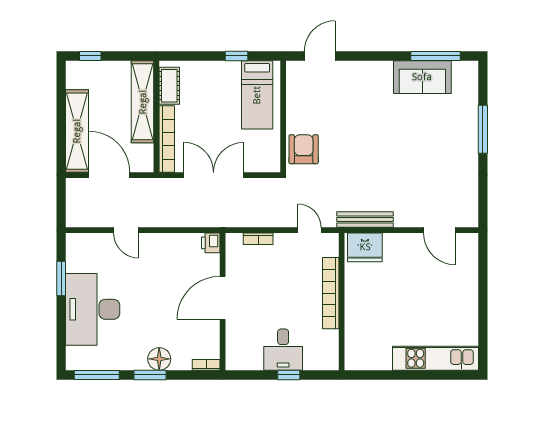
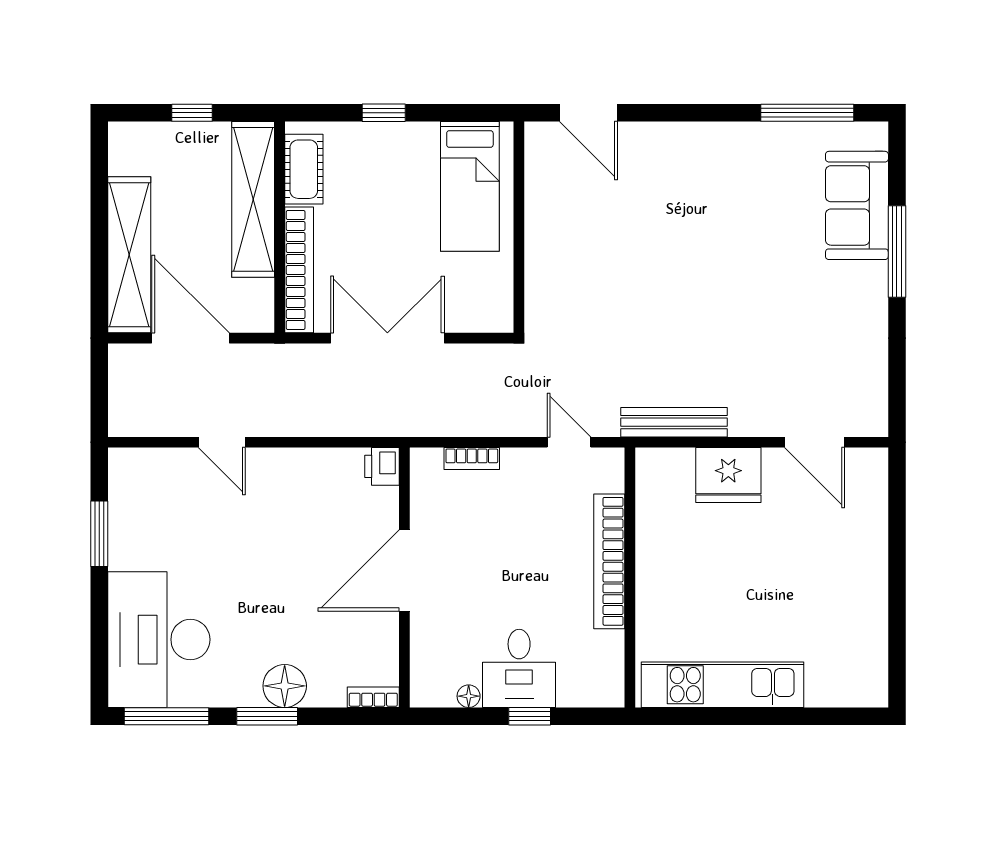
window: (90, 56) -> (192, 113), moved
window: (236, 56) -> (384, 113), moved
door: (320, 56) -> (588, 113), swing flipped
sofa: (422, 77) -> (857, 205), moved, turned 90
armchair: (304, 149) -> (558, 289), removed
fridge: (365, 247) -> (728, 475), moved
desk: (93, 309) -> (159, 640), moved
kitchen unit: (435, 358) -> (723, 685), moved
floor lamp: (256, 364) -> (469, 696), added

